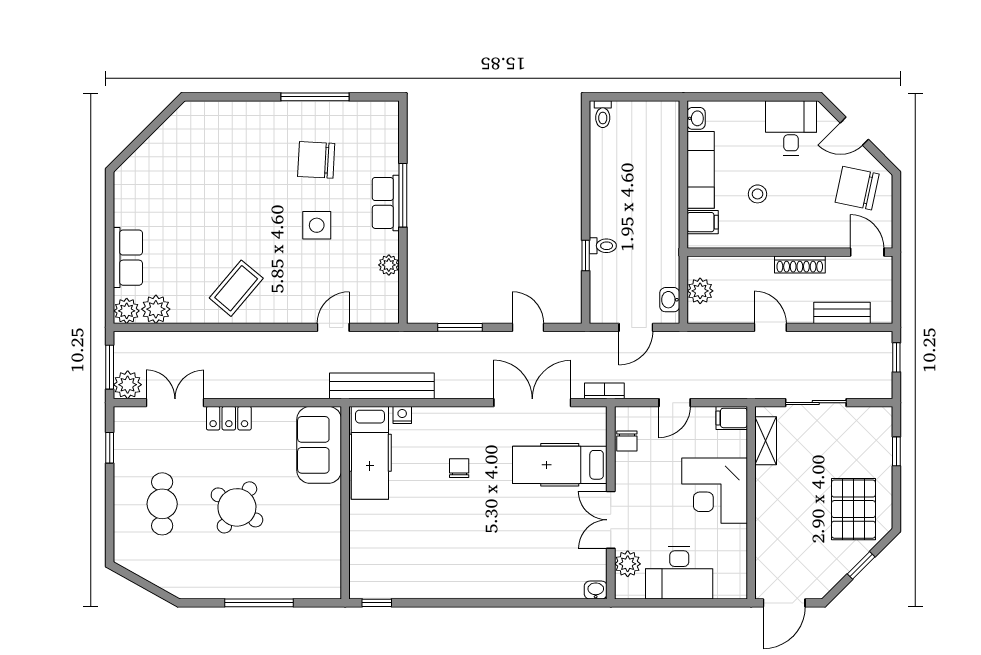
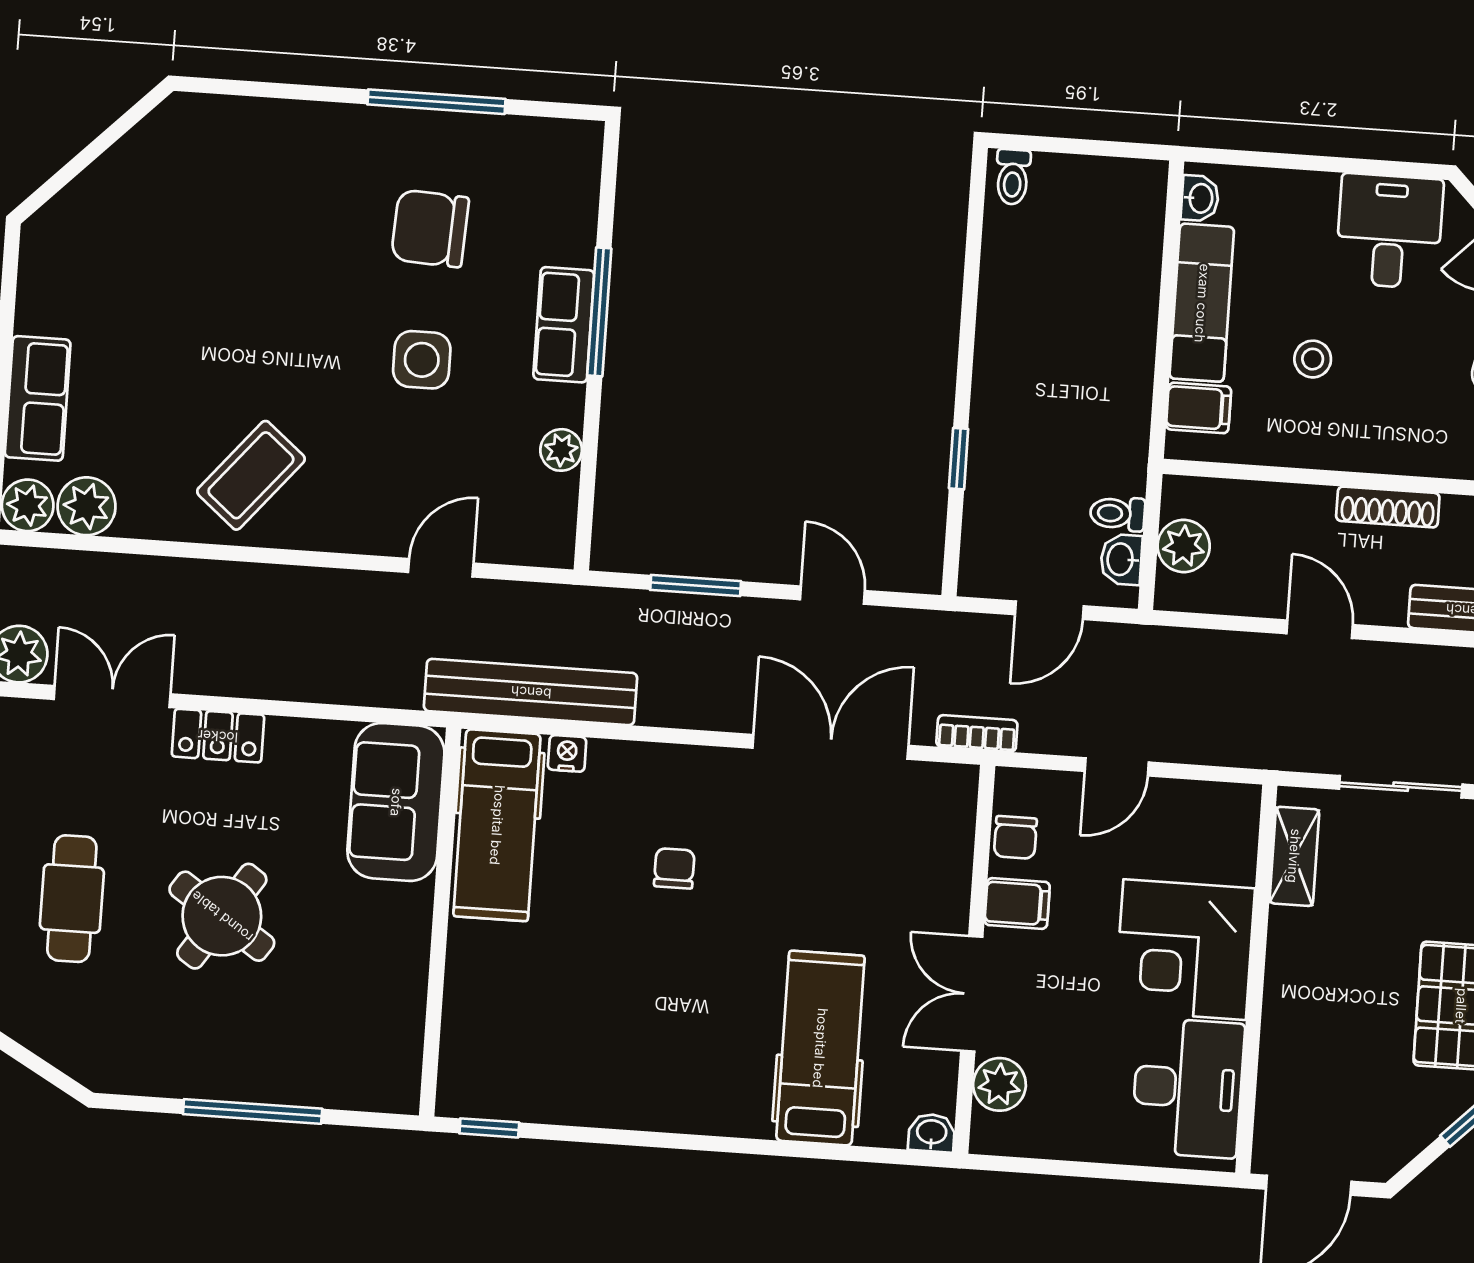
toilet: (603, 246) -> (1117, 514), moved, turned 180
filing cabinet: (732, 418) -> (1017, 903), moved, turned 180
hospital bed: (560, 465) -> (820, 1048), moved, turned 90
desk: (679, 573) -> (1188, 1088), moved, turned -90

